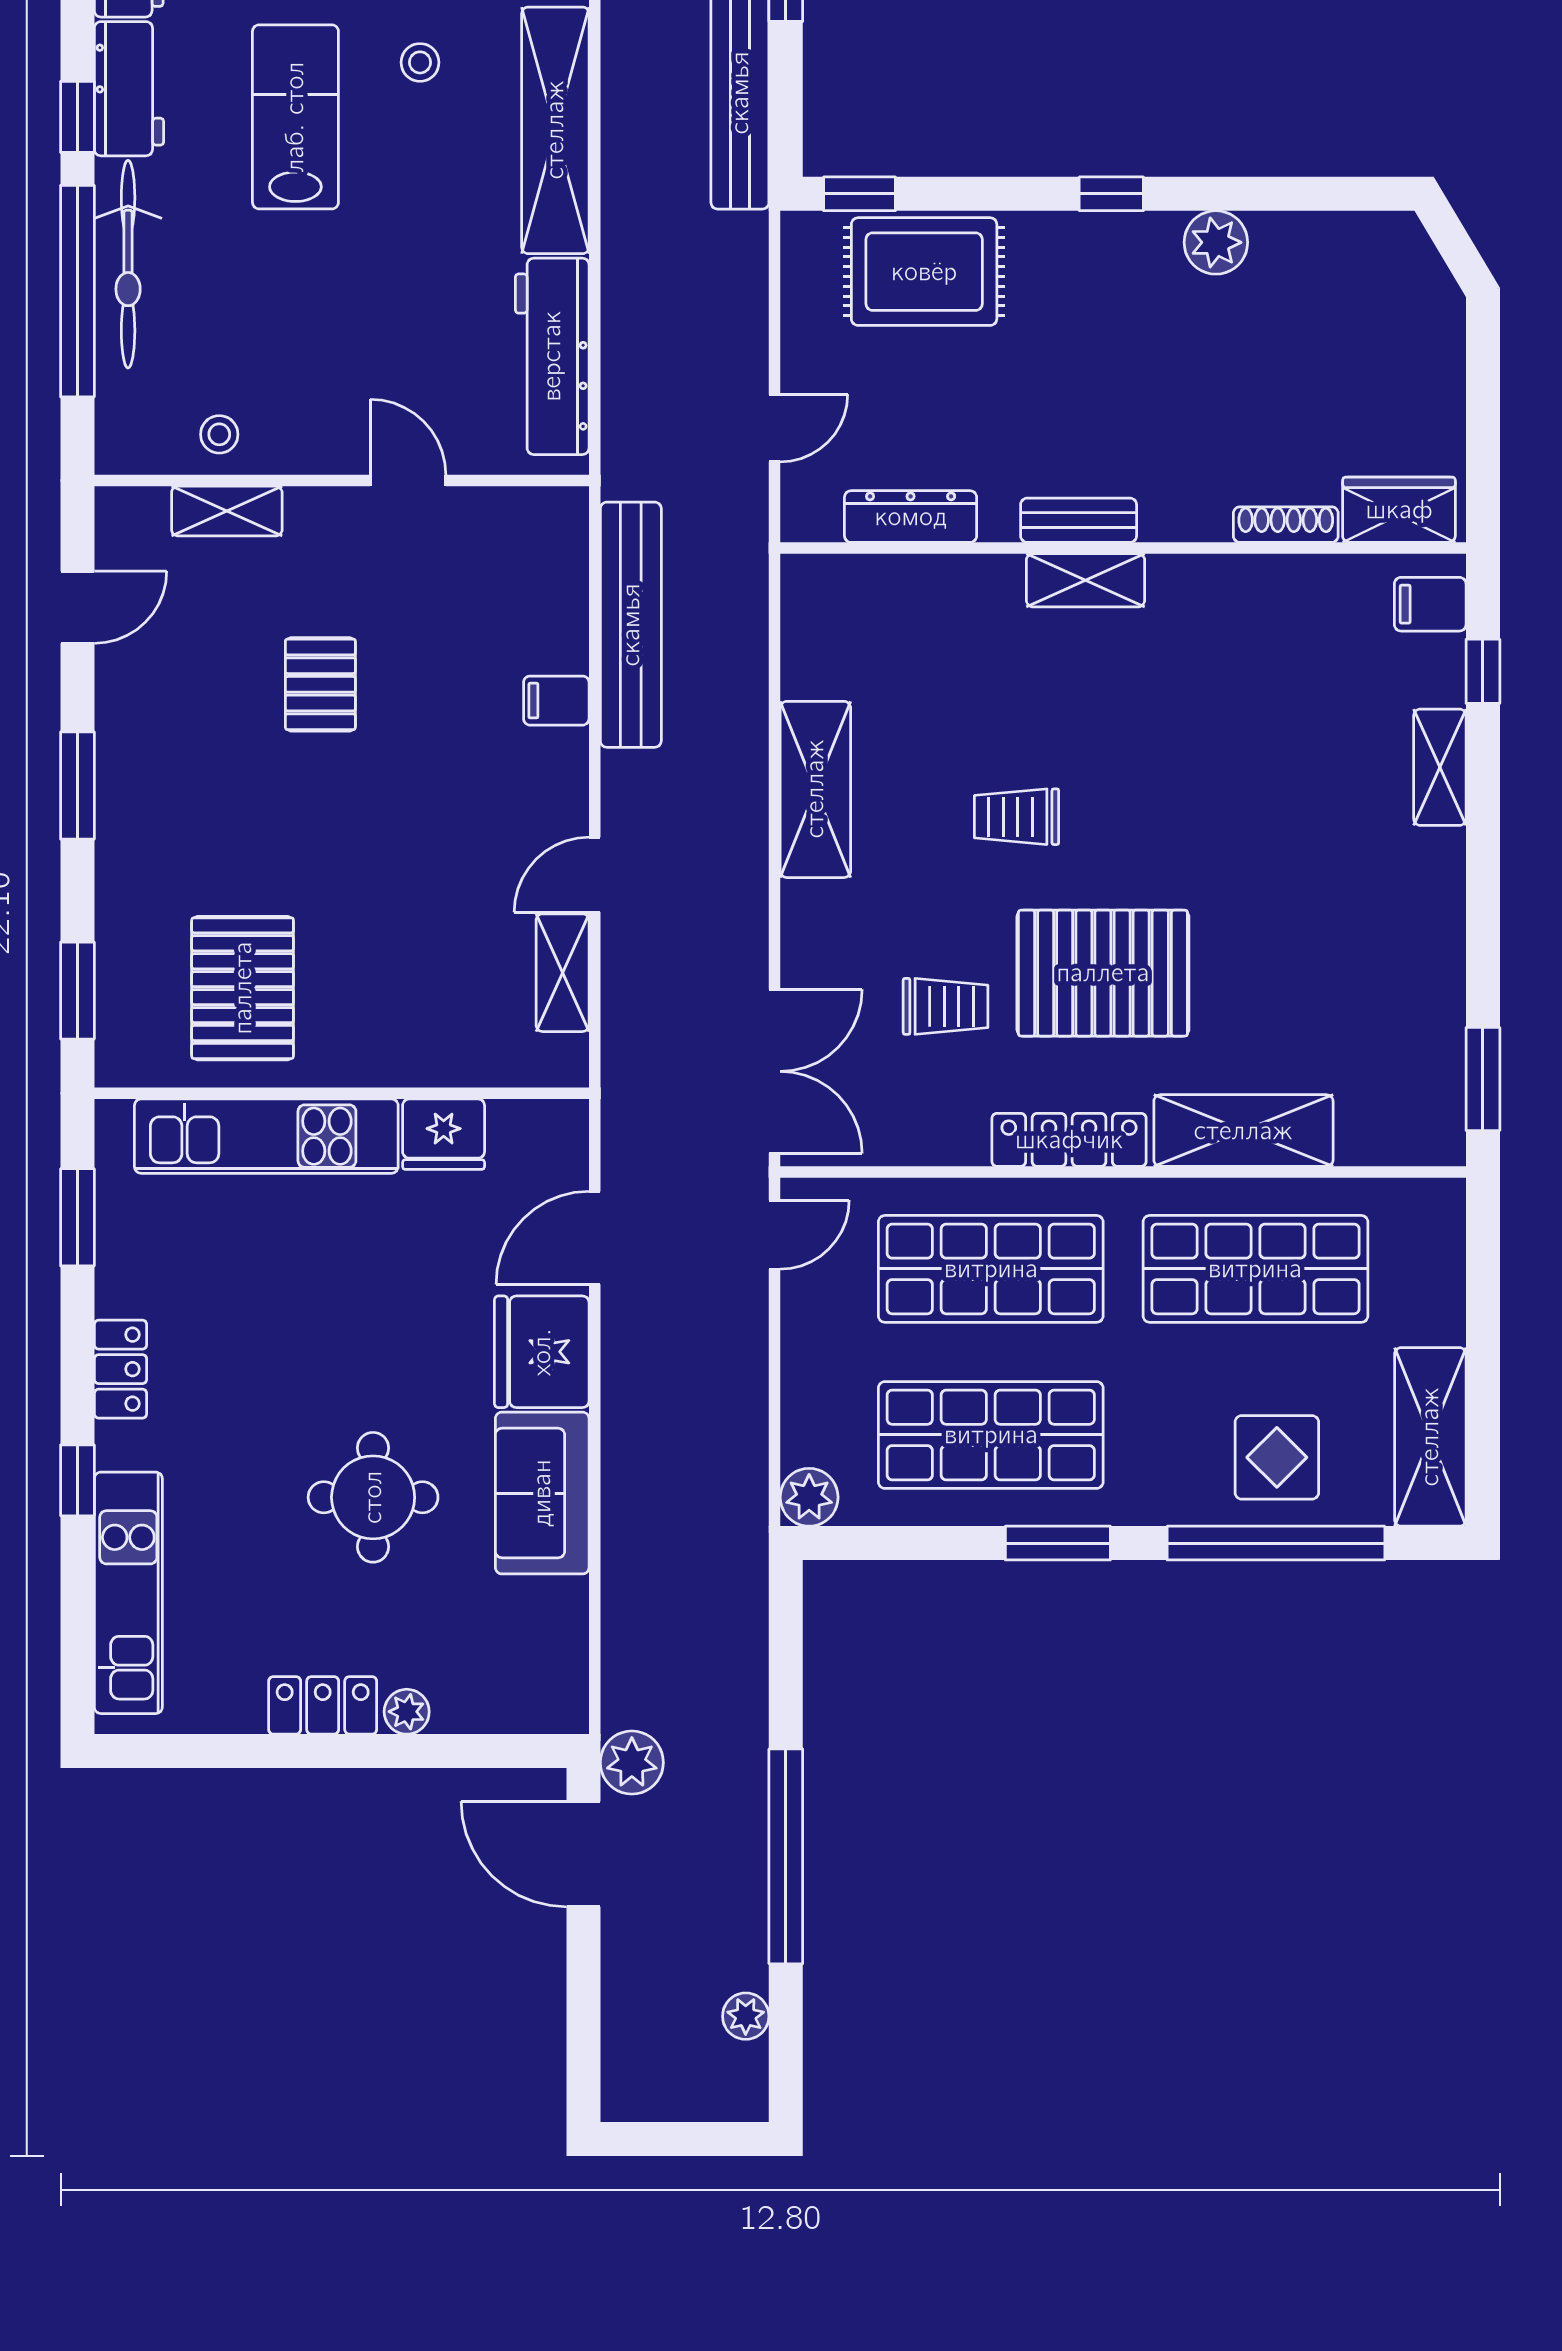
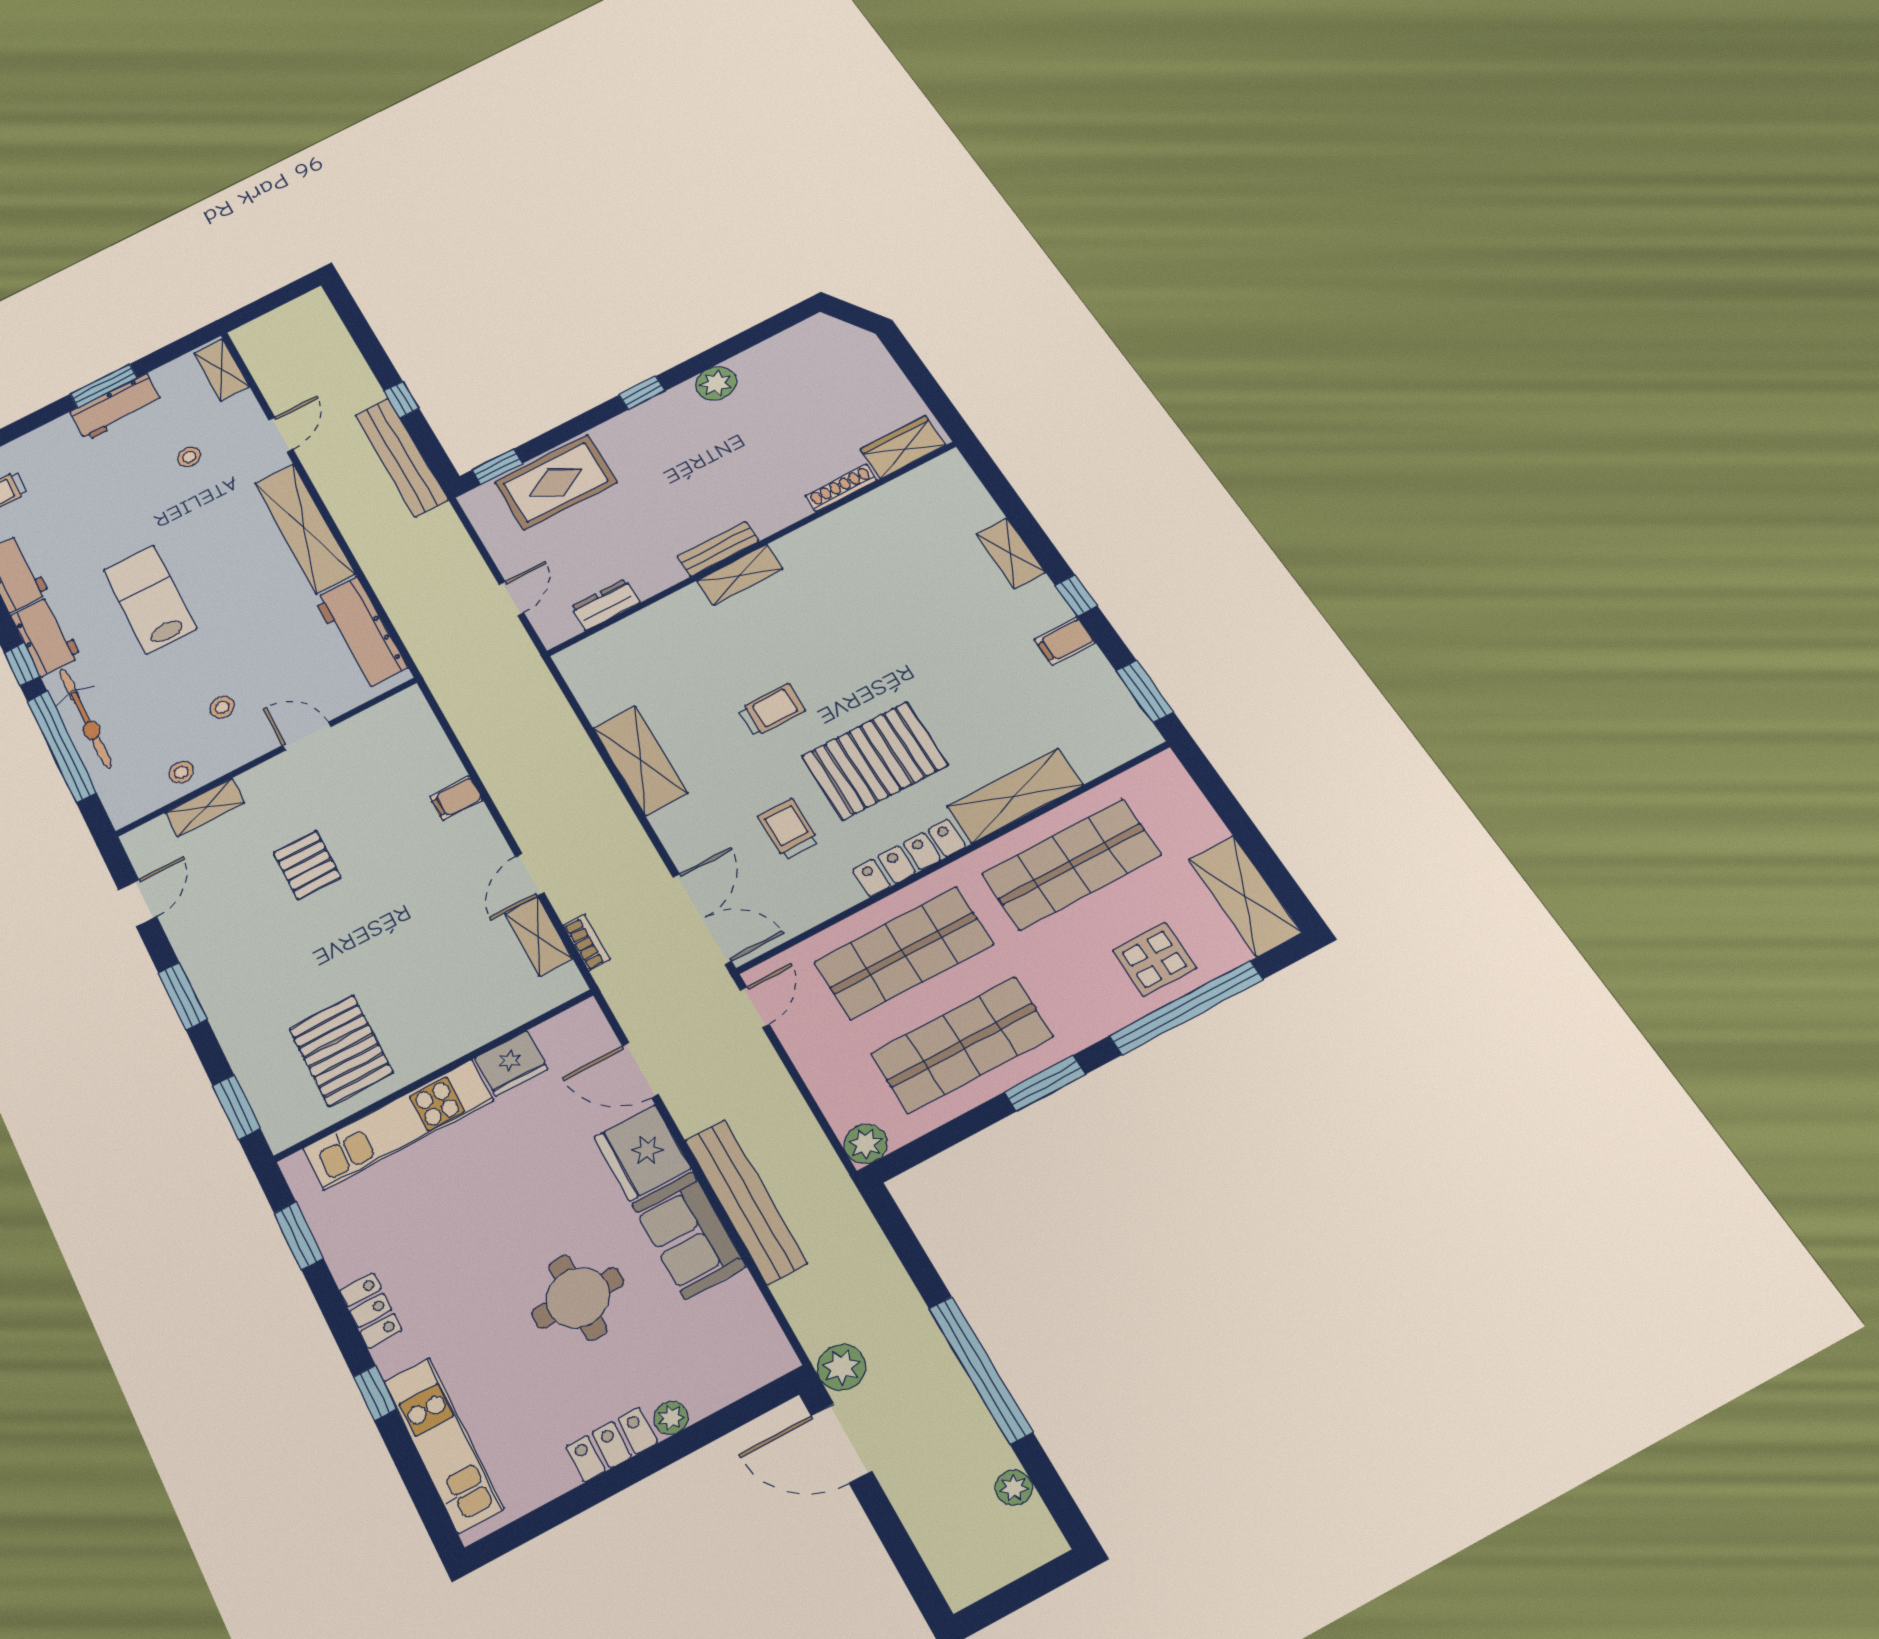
stool: (420, 62) -> (222, 707), moved
dresser: (911, 517) -> (605, 605), width x0.70
filing cabinet: (1430, 604) -> (1065, 641), moved
bench: (631, 625) -> (746, 1202), moved
window: (1483, 671) -> (1076, 596), moved
trolley: (1017, 817) -> (771, 710), turned 180
trolley: (946, 1006) -> (788, 829), turned -90
bookcase: (617, 1018) -> (587, 943), added
door: (595, 1238) -> (640, 1070), hinge flipped

